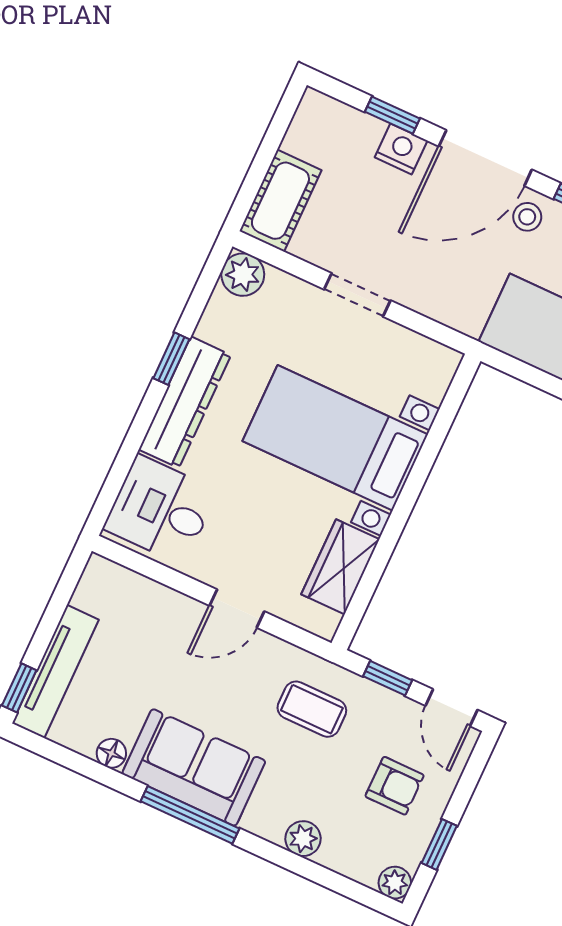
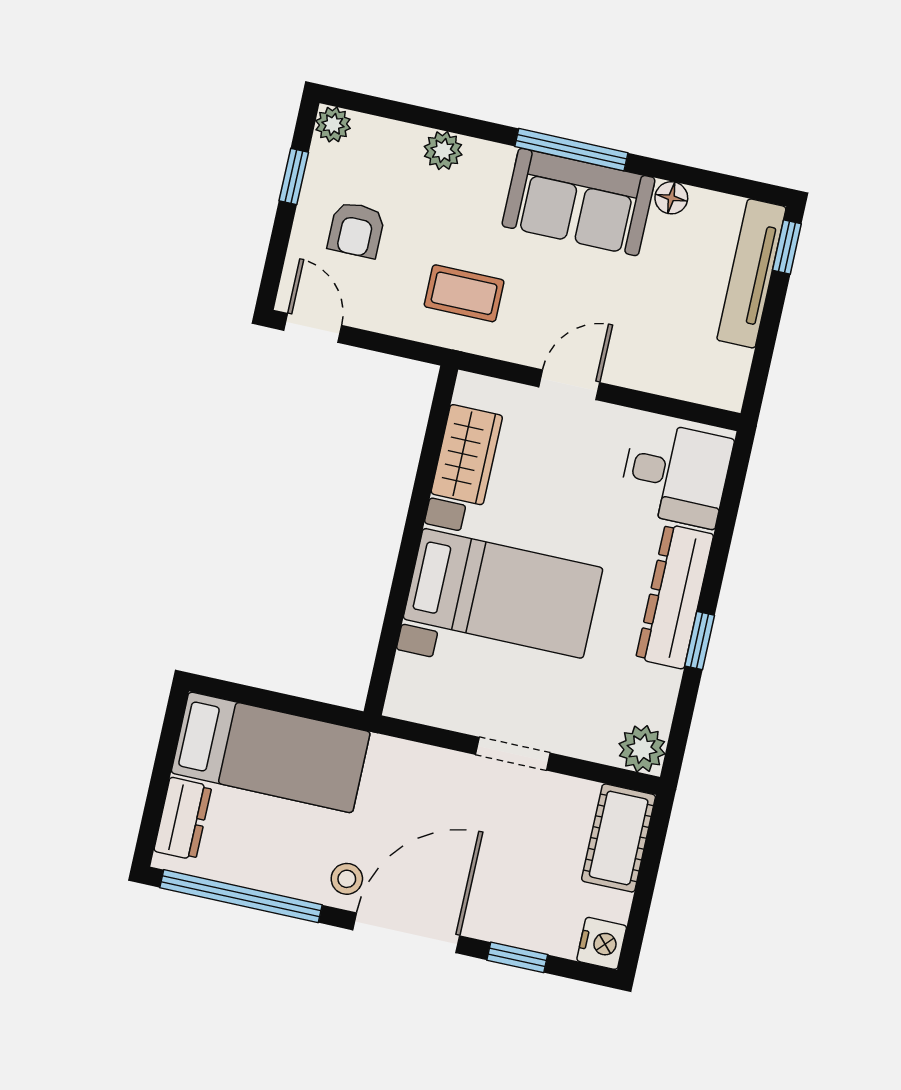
nightstand: (401, 149) -> (602, 943), moved, turned -90
window: (388, 678) -> (389, 345), removed
armchair: (395, 786) -> (356, 230), turned -90

